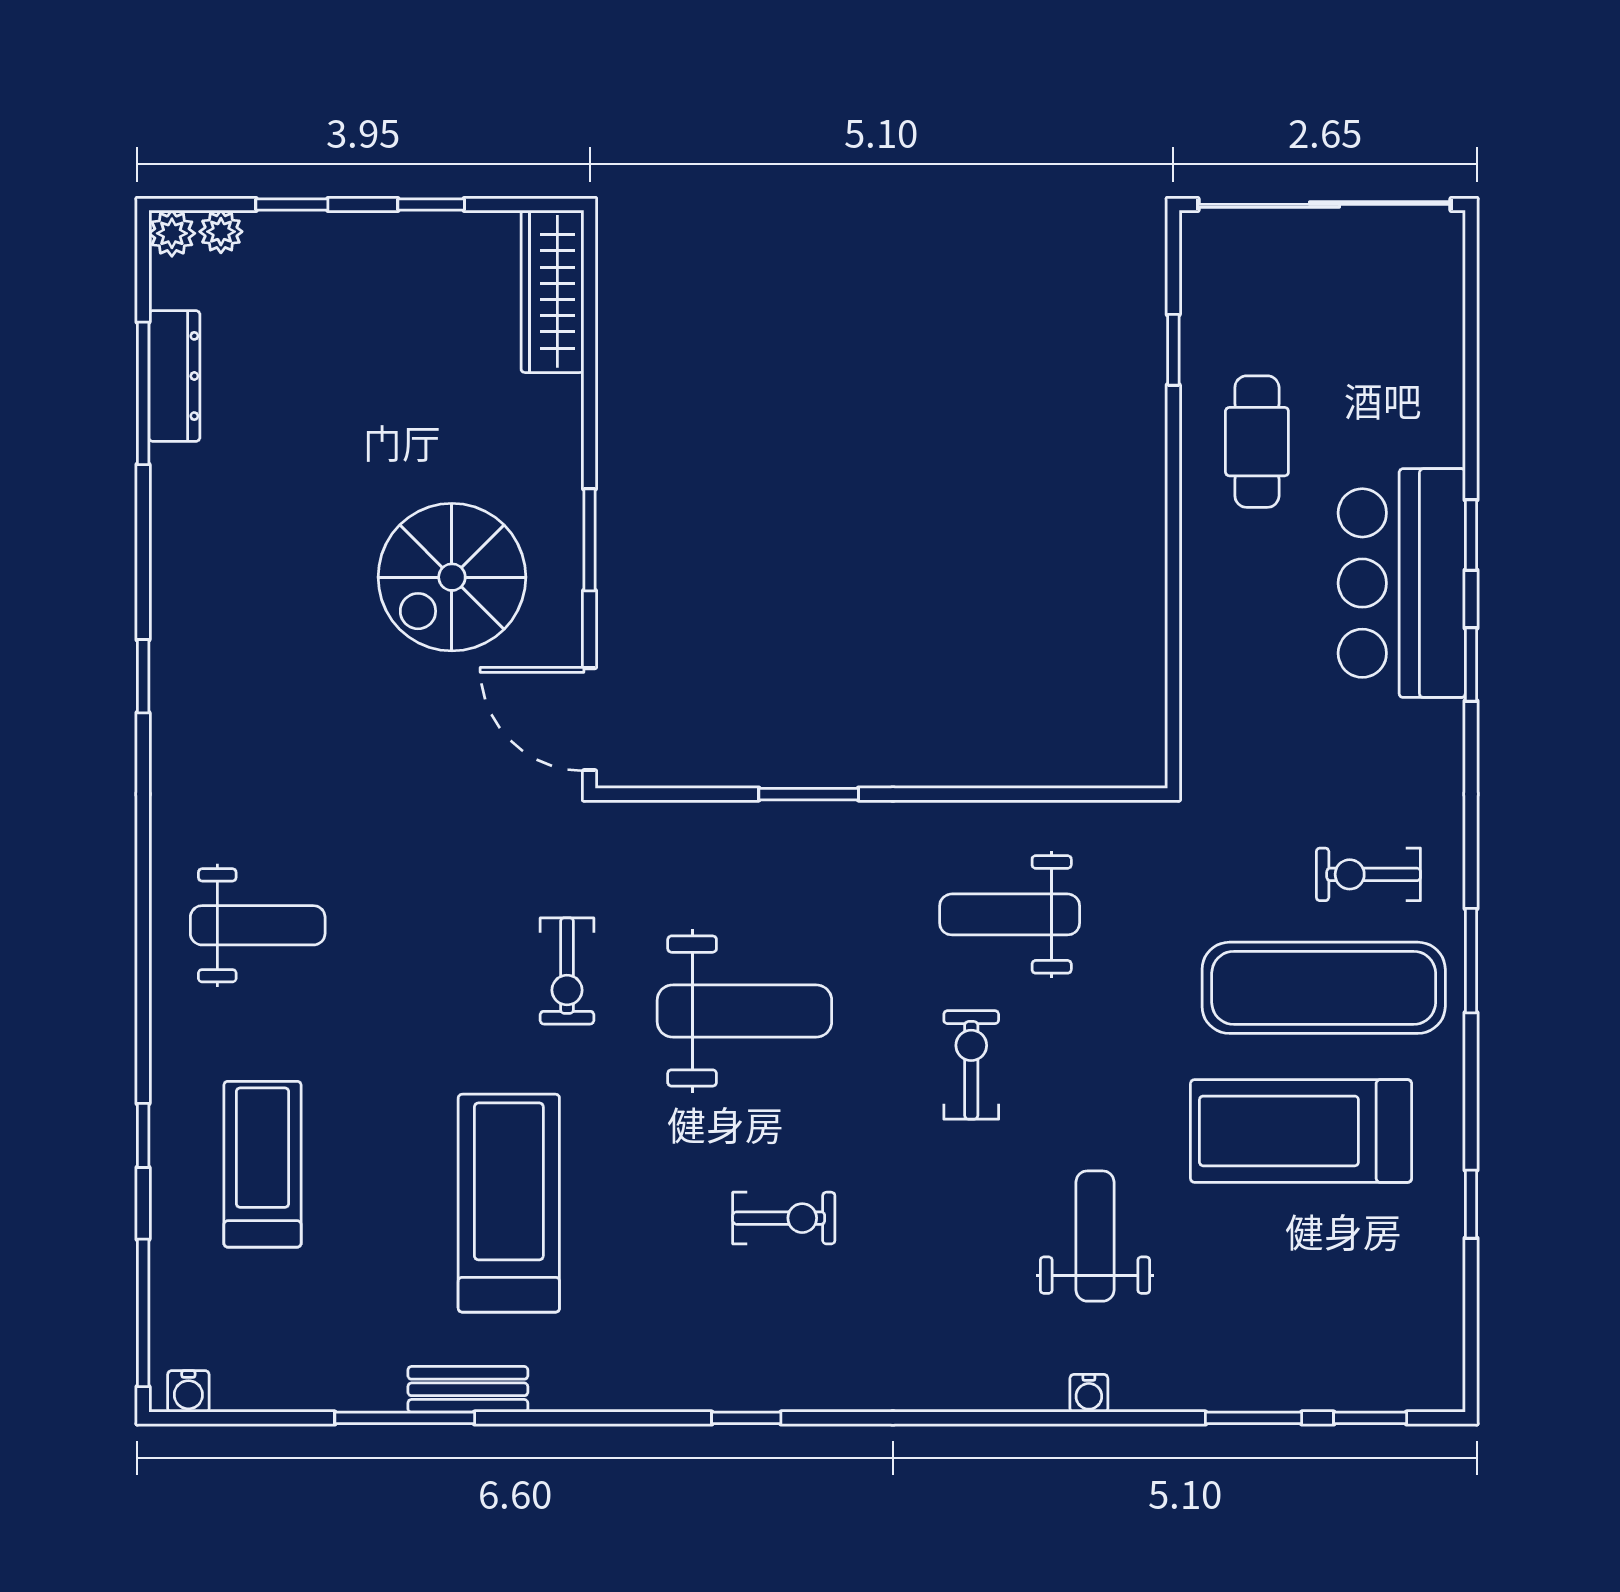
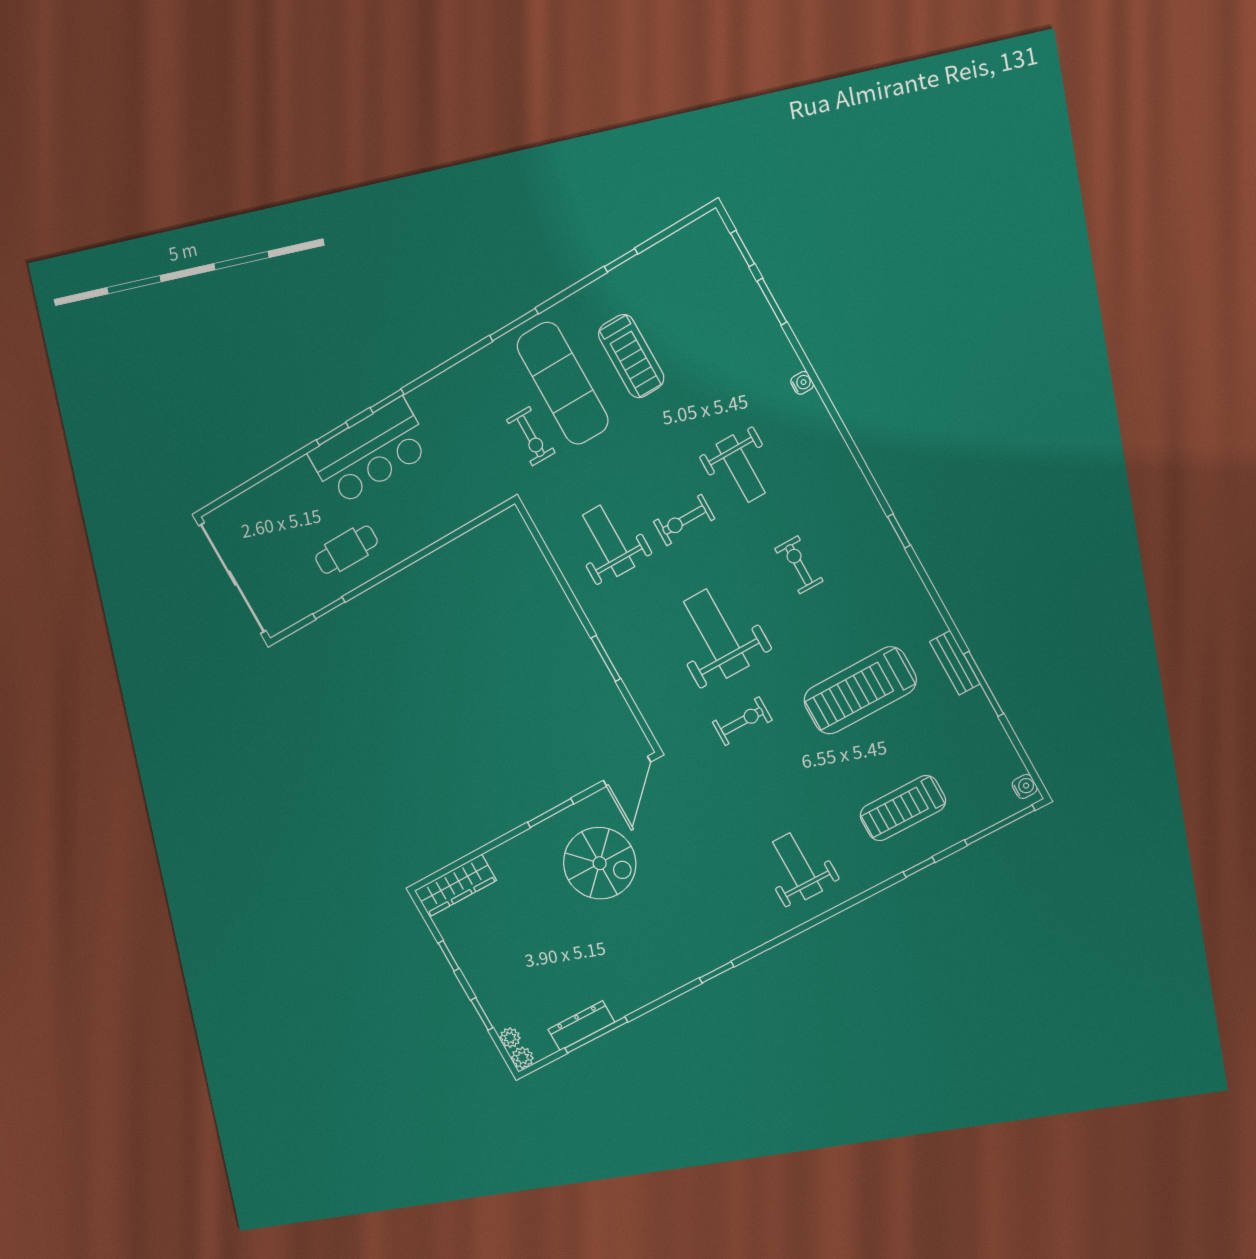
exercise bike: (1368, 874) -> (531, 436), moved
weight bench: (1010, 914) -> (609, 541), turned 180
treadmill: (1301, 1131) -> (631, 356), width x0.73, depth x0.73
weight bench: (1095, 1236) -> (741, 469), moved, turned -90

